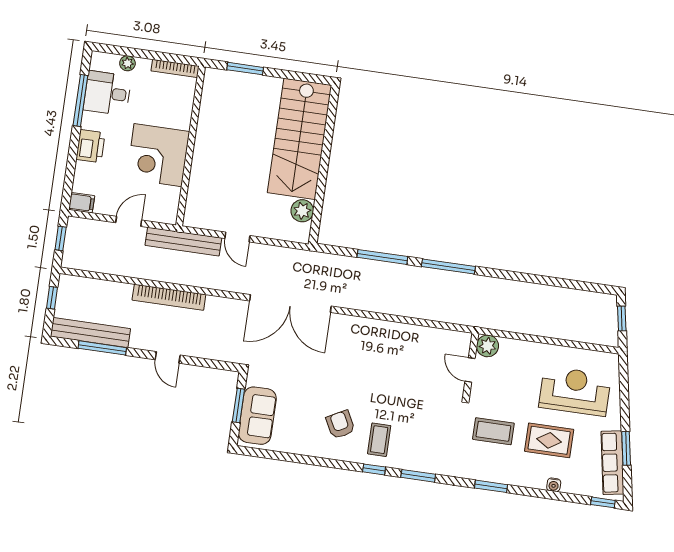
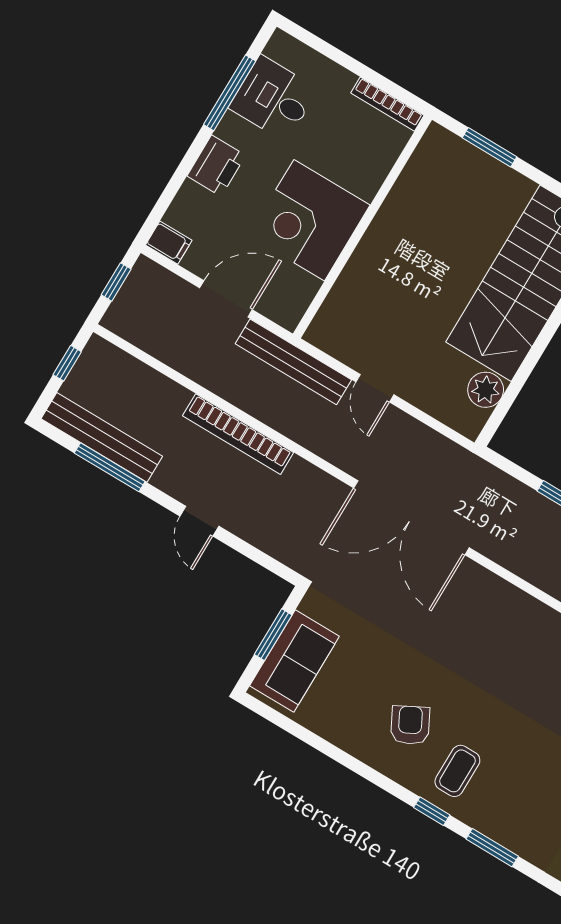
plant: (127, 63) -> (321, 67), removed
door: (129, 221) -> (226, 299), width x1.38

